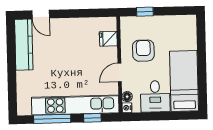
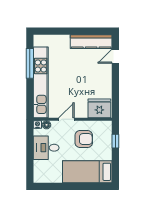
fridge: (108, 39) -> (99, 108), width x1.88, depth x1.34
door: (120, 72) -> (66, 119), hinge flipped
bed: (184, 81) -> (87, 172), moved, turned 180
window: (92, 118) -> (30, 96), removed

